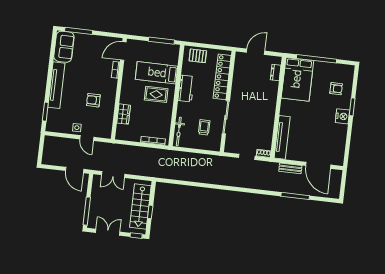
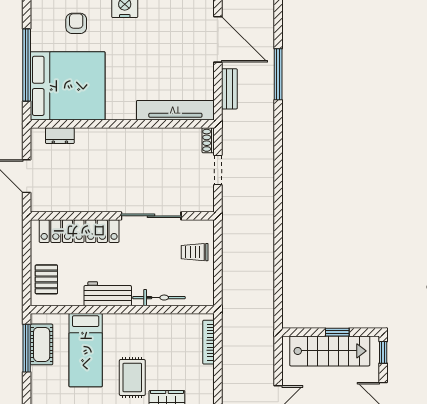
cot: (162, 49) -> (42, 344), added
bed: (297, 79) -> (68, 86), width x1.36
rug: (156, 94) -> (132, 378), moved
trolley: (204, 127) -> (195, 252), moved
bicycle: (179, 131) -> (159, 298), moved
door: (318, 165) -> (218, 39), hinge flipped

